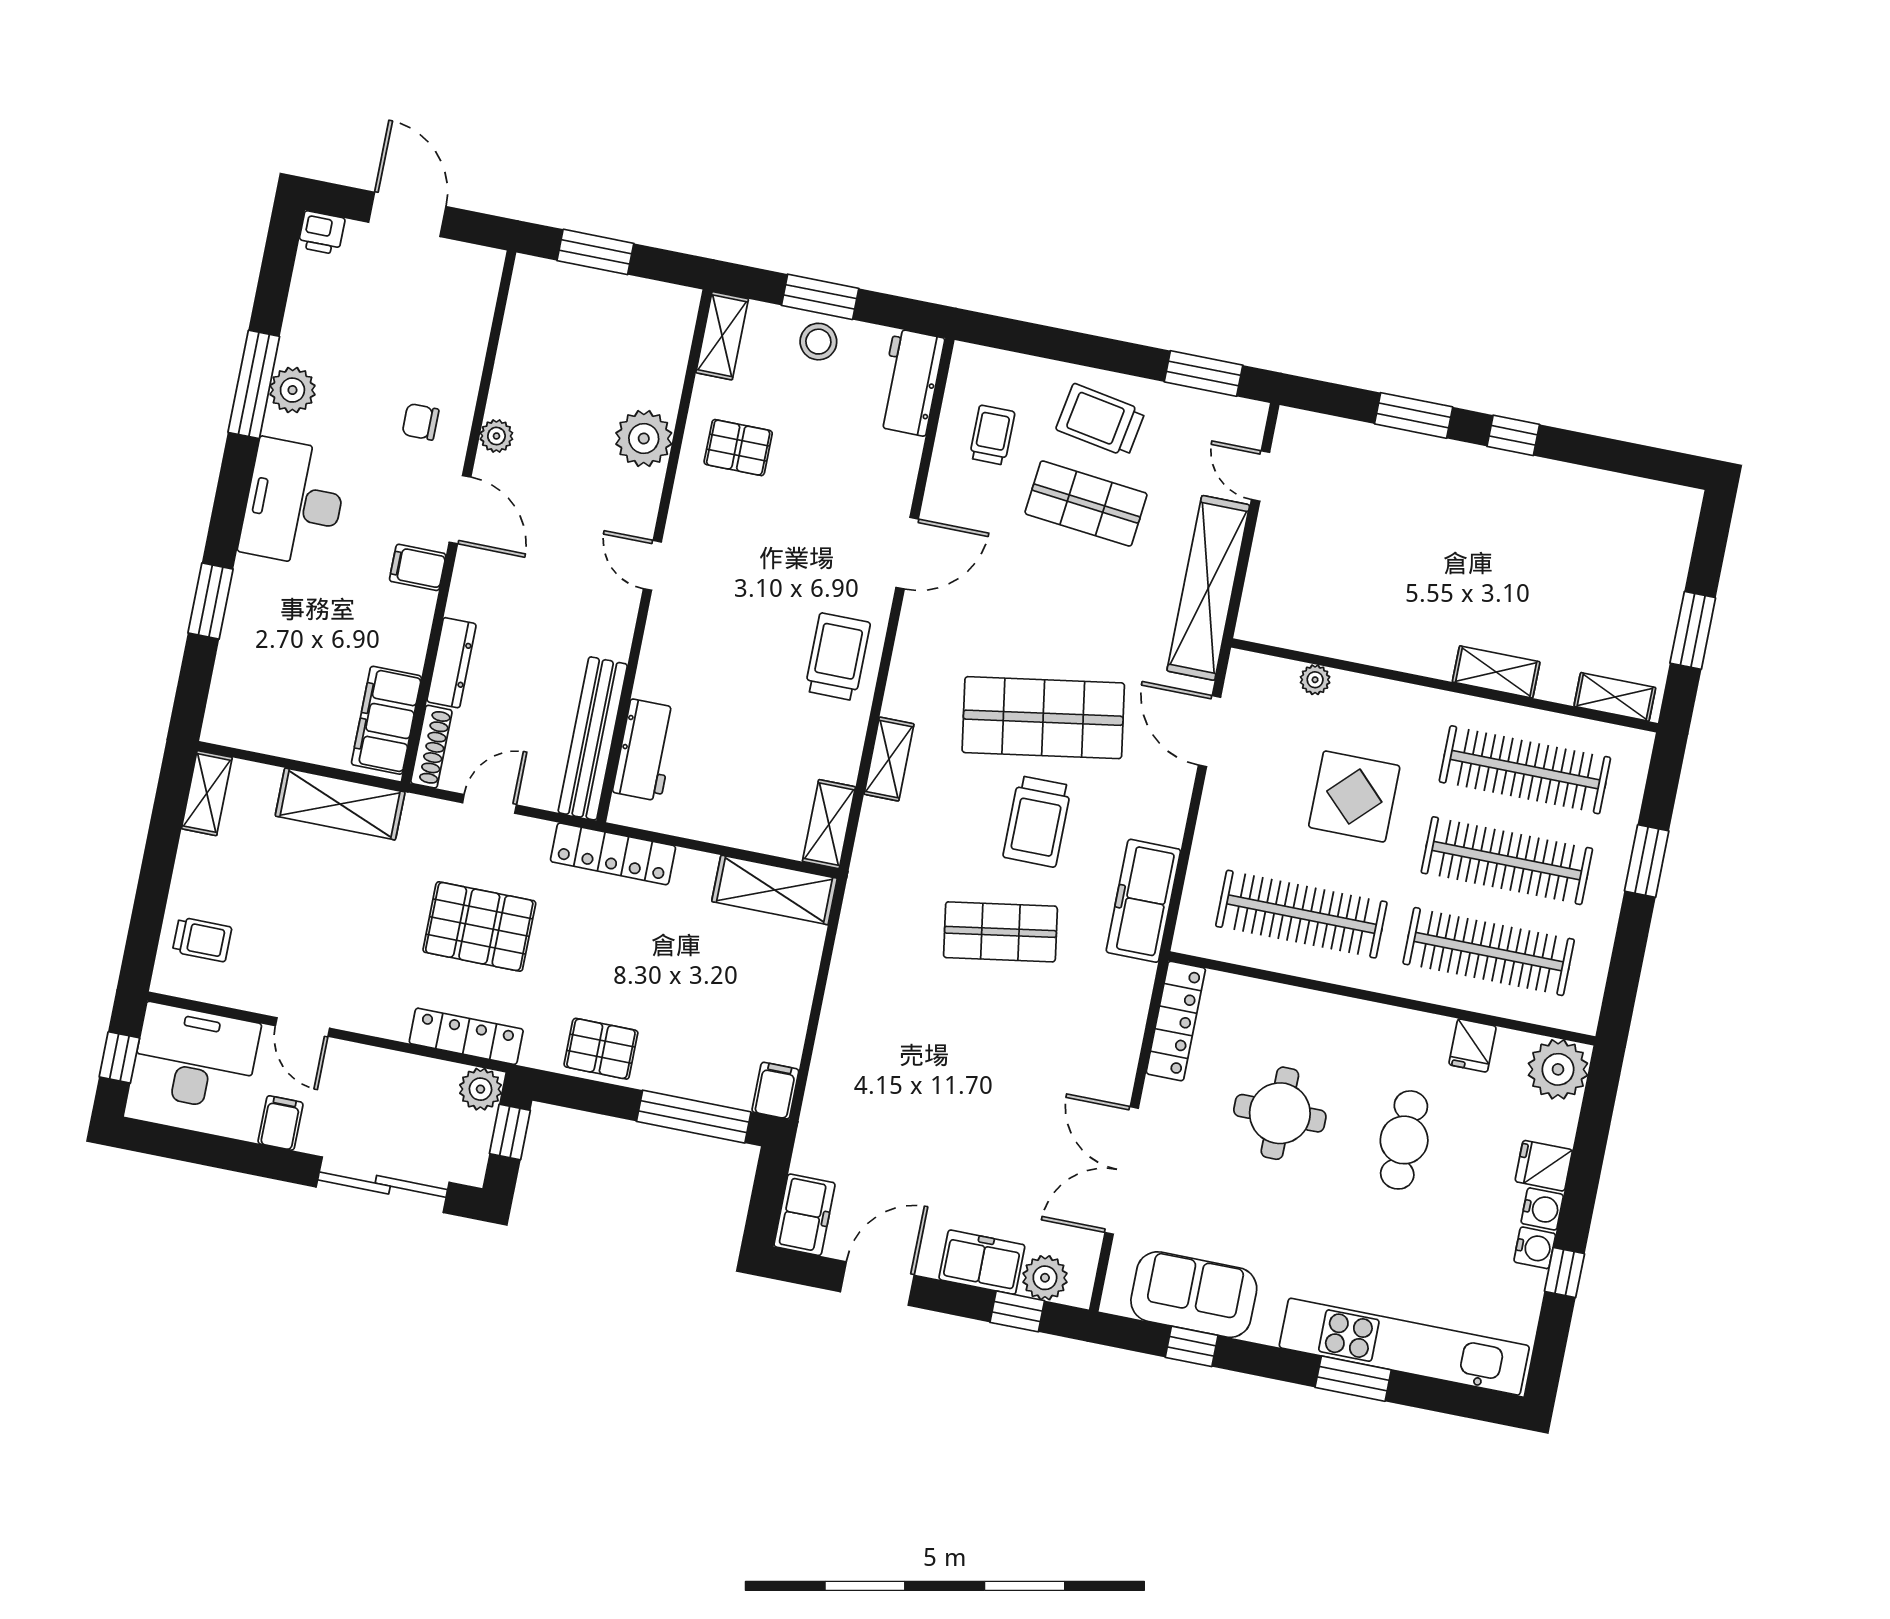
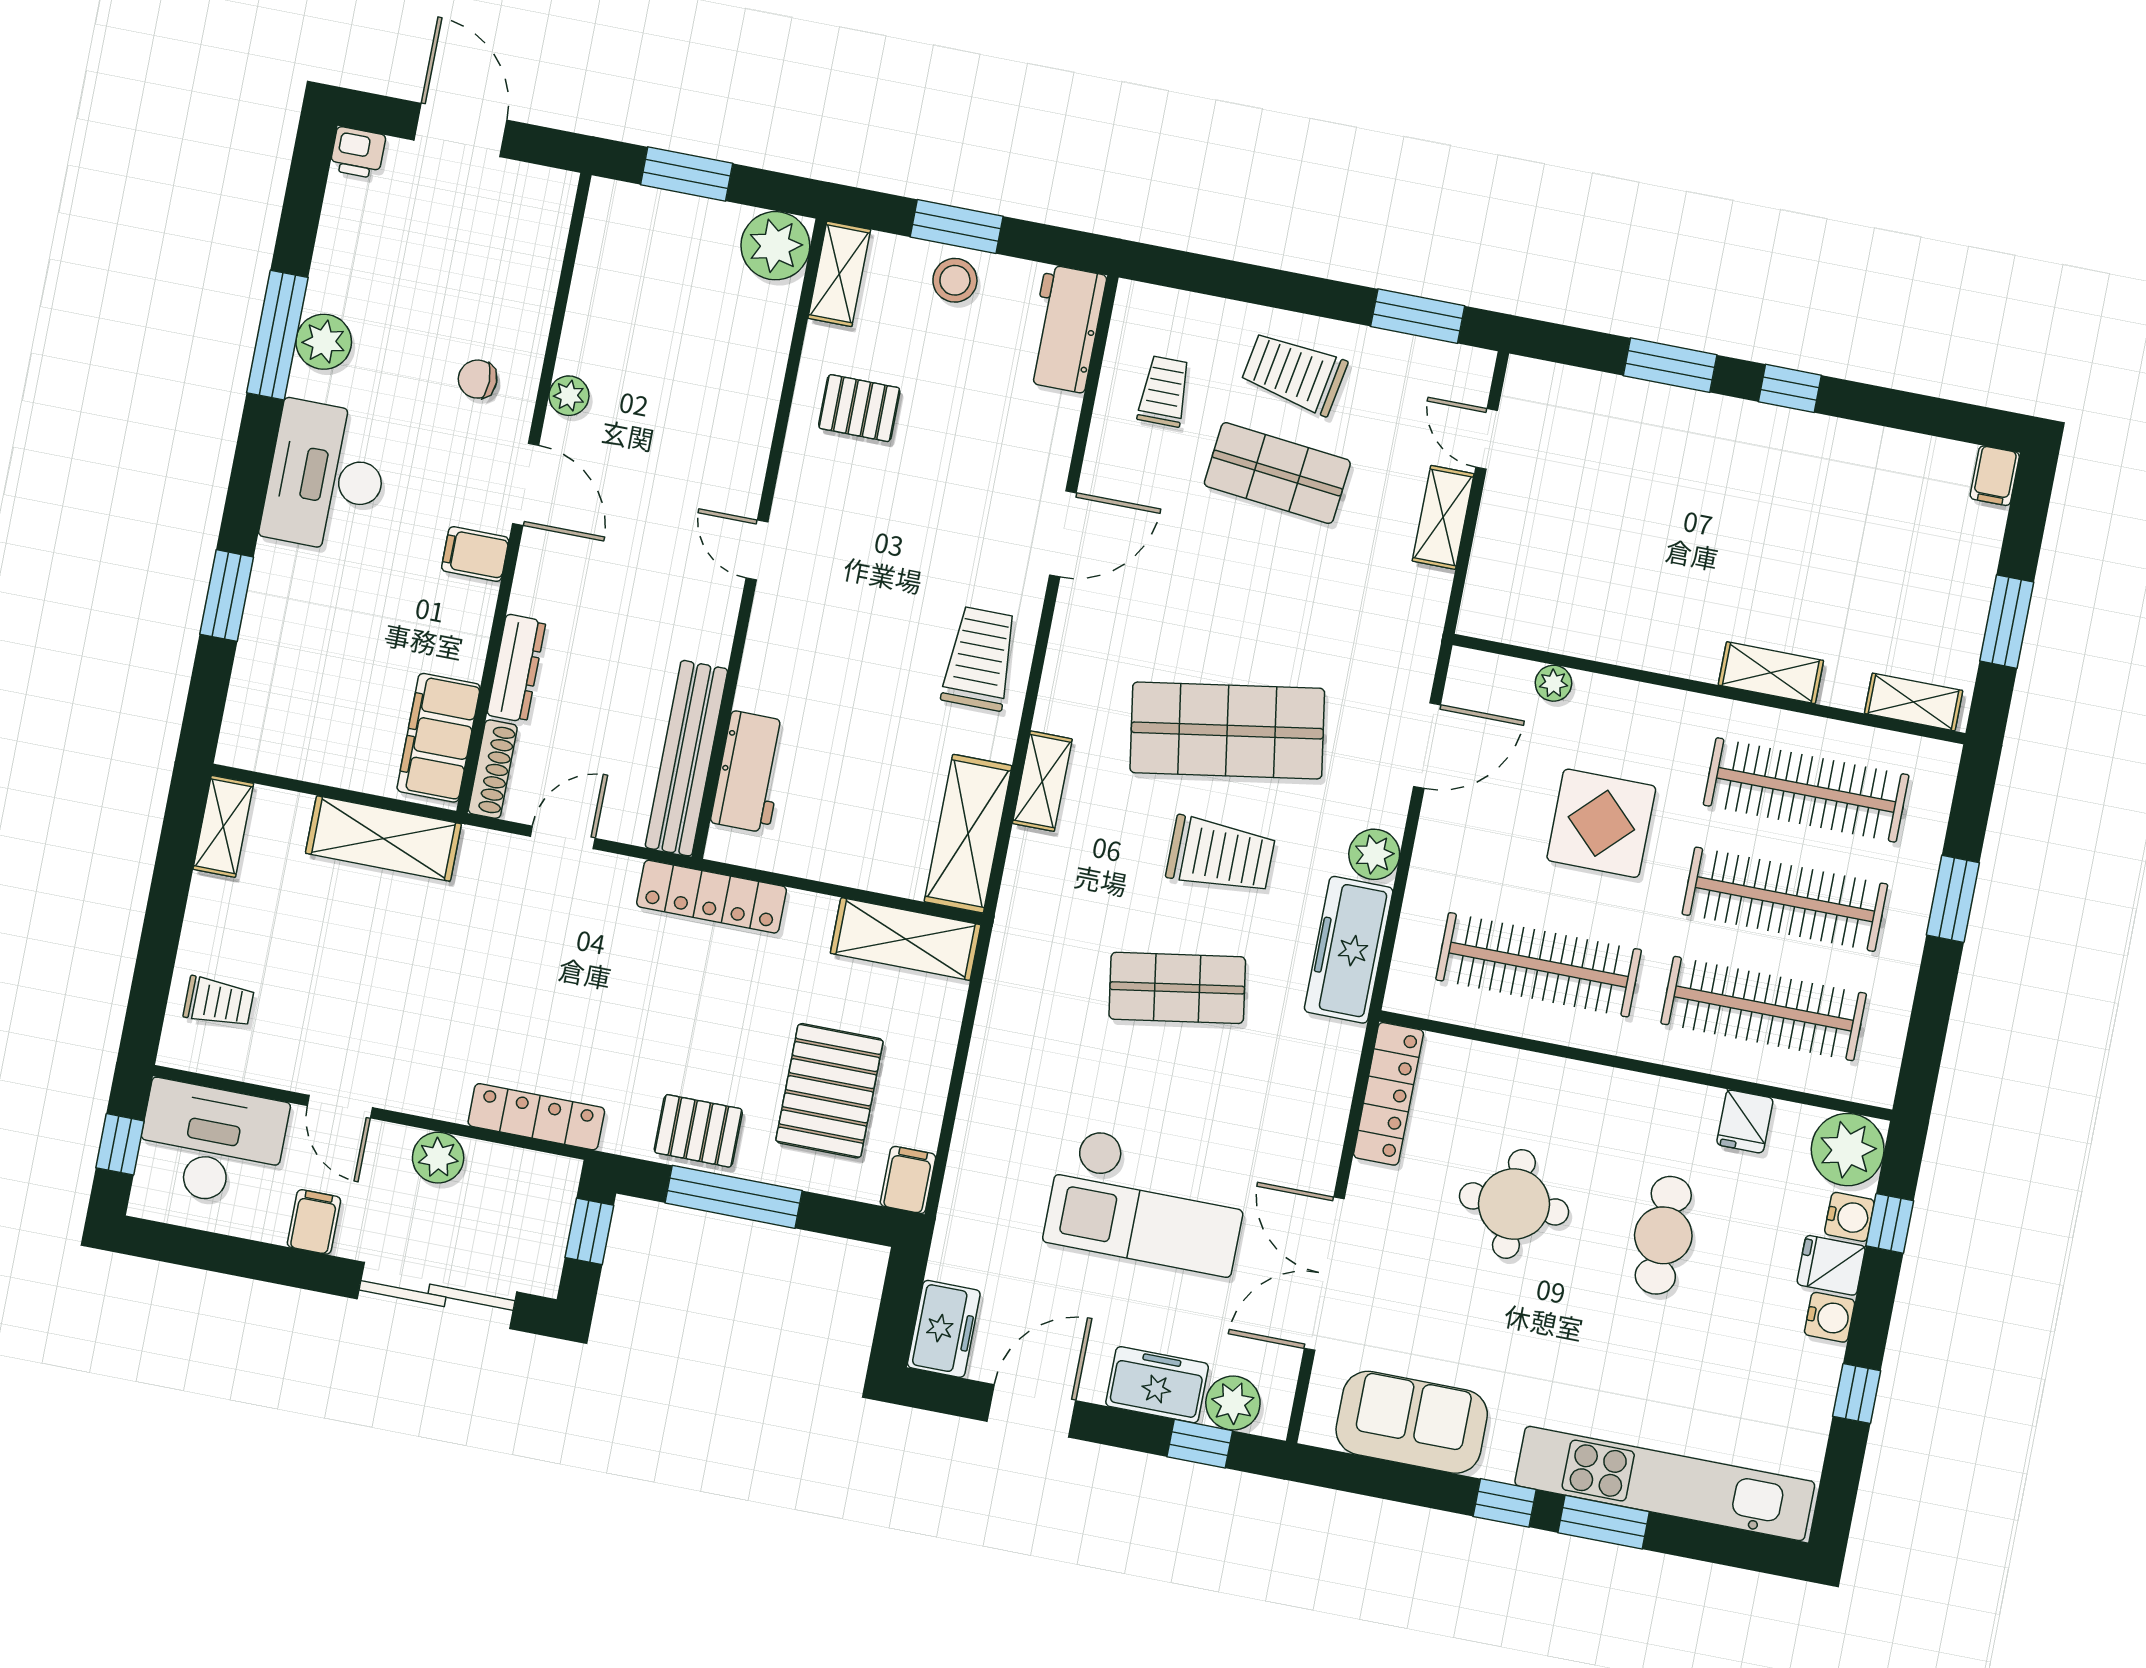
plant: (644, 438) -> (775, 246), moved
filing cabinet: (1683, 509) -> (1995, 476), added
shelving: (1208, 588) -> (1443, 517), width x0.45, depth x0.75
door: (1209, 731) -> (1427, 746), swing flipped
trolley: (1037, 821) -> (1221, 855), turned -90
plant: (1165, 821) -> (1374, 854), added
shelving: (829, 824) -> (968, 834), width x1.50, depth x1.33
pallet: (479, 927) -> (829, 1091), moved, turned 90
plant: (480, 1089) -> (438, 1158), moved
checkout: (975, 1109) -> (1147, 1201), added
window: (694, 1117) -> (734, 1197), moved
window: (1593, 1131) -> (1890, 1223), added
water cooler: (1535, 1248) -> (1849, 1217), moved
window: (1192, 1346) -> (1505, 1503), moved

